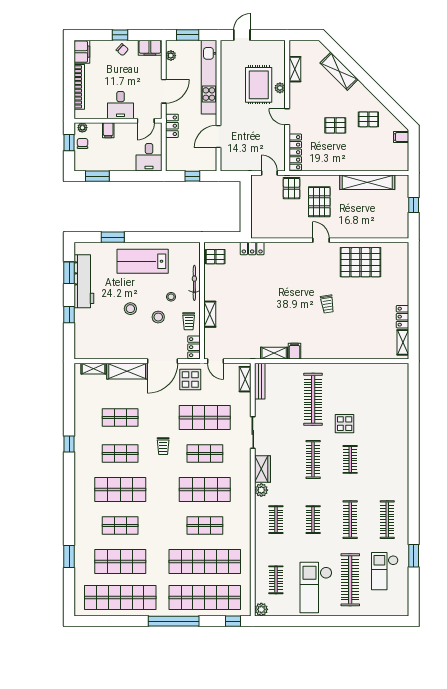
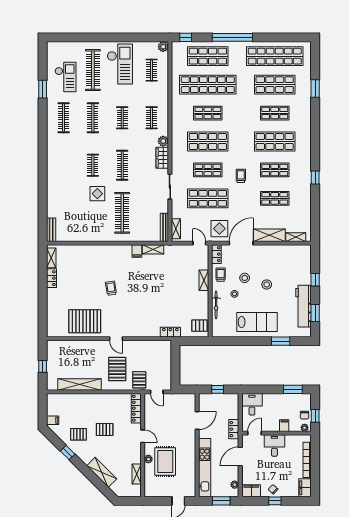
window: (382, 96) -> (68, 453), added
bench: (403, 378) -> (51, 230), added
shop shelf: (205, 597) -> (208, 56), width x0.71

